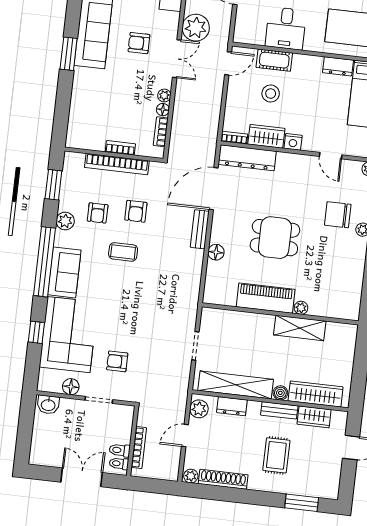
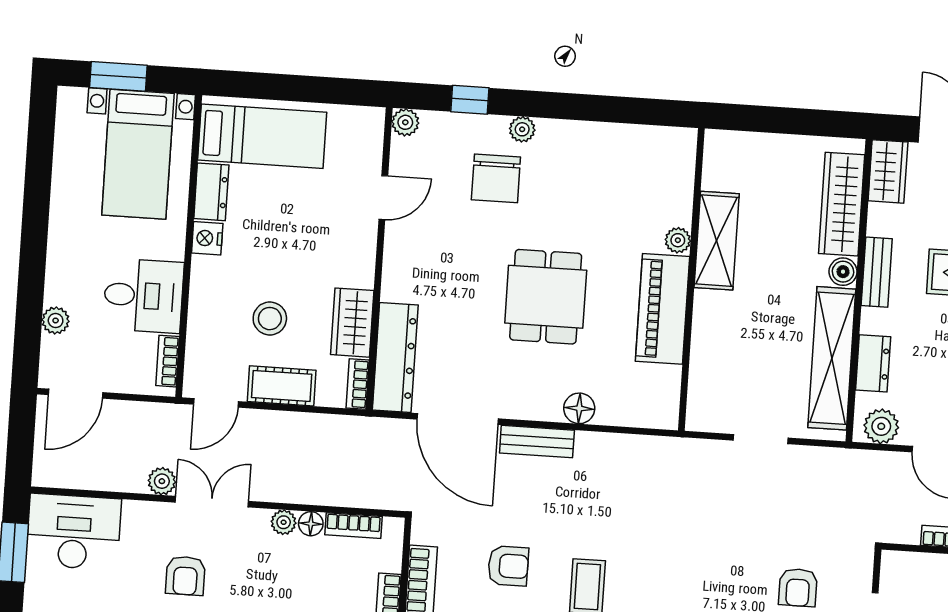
plant: (196, 28) -> (162, 481), width x0.53, depth x0.53
bookcase: (251, 39) -> (168, 361), added
cot: (274, 60) -> (282, 386), moved, turned 90
door: (228, 63) -> (216, 403), swing flipped
nightstand: (293, 142) -> (207, 238), moved, turned 180
wardrobe: (314, 417) -> (888, 171), moved

